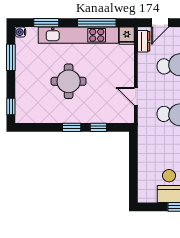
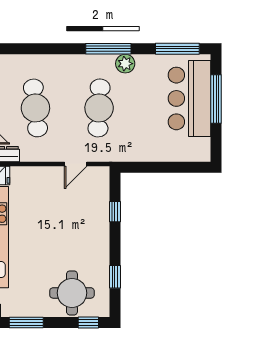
round table: (69, 81) -> (72, 293), moved
window: (72, 127) -> (115, 277), moved

